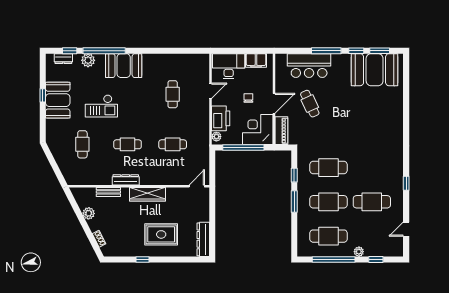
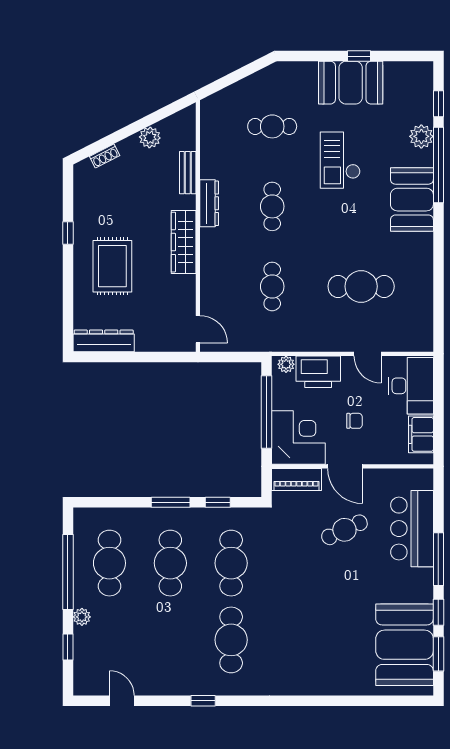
dresser: (63, 59) -> (424, 93), removed
cafe table: (173, 94) -> (361, 286), width x1.37, depth x1.35
cafe table: (372, 202) -> (231, 640), moved

